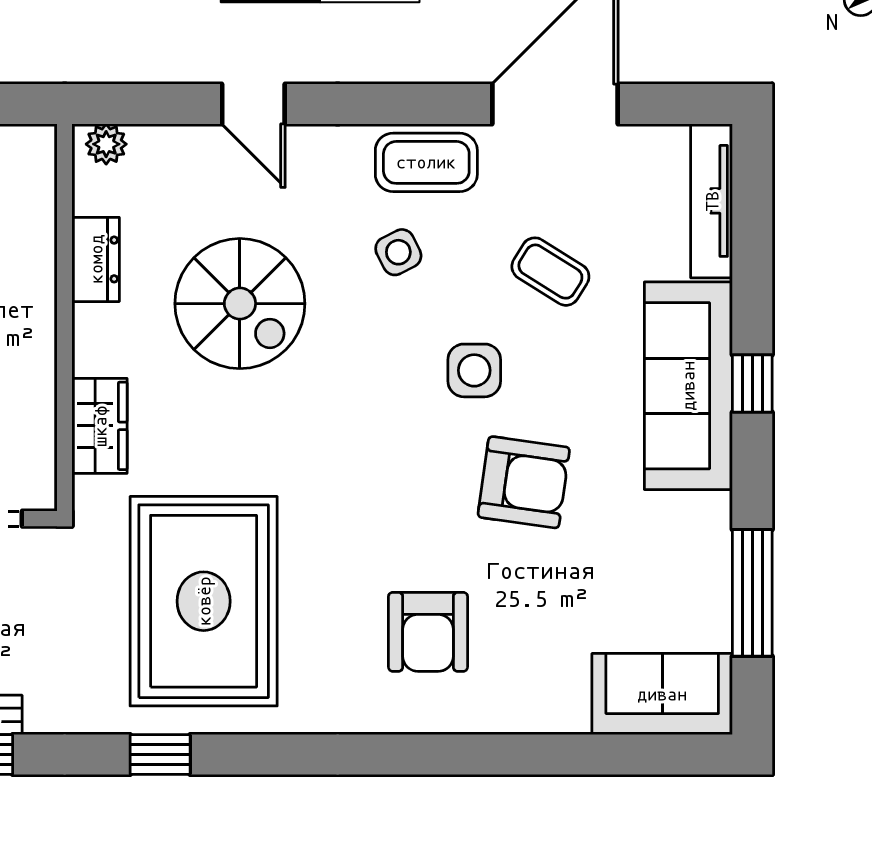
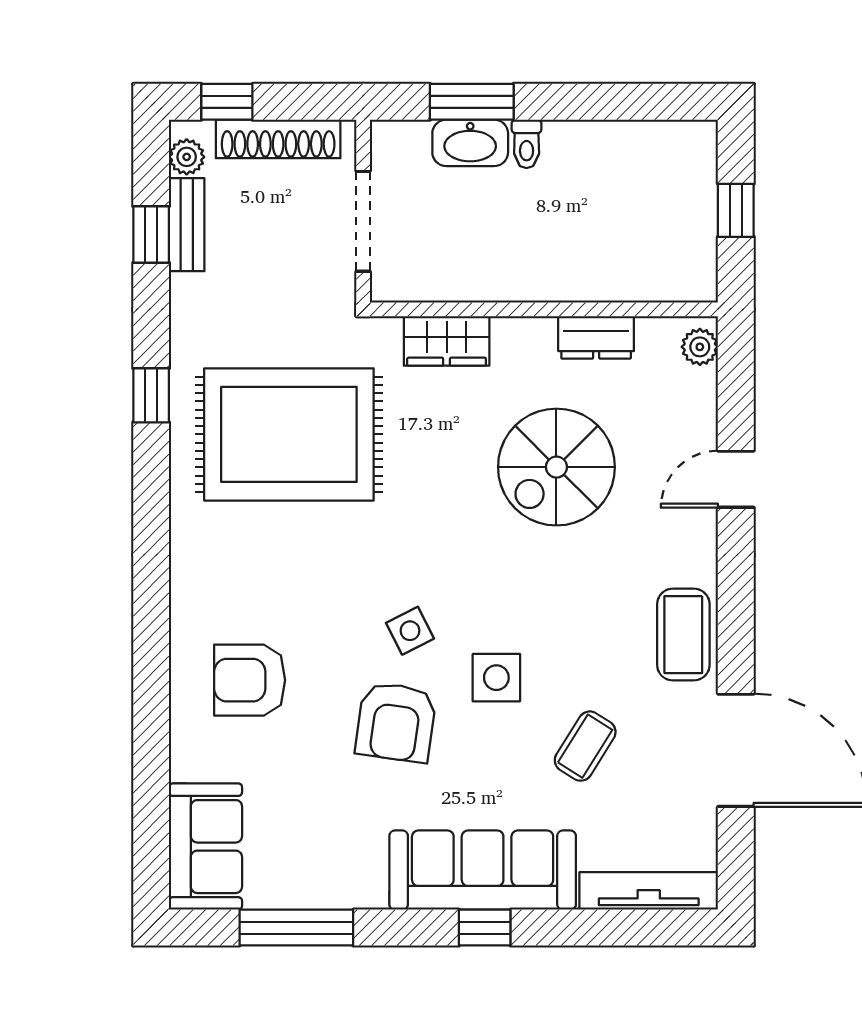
side table: (398, 252) -> (410, 631), moved
armchair: (428, 632) -> (250, 680), moved

